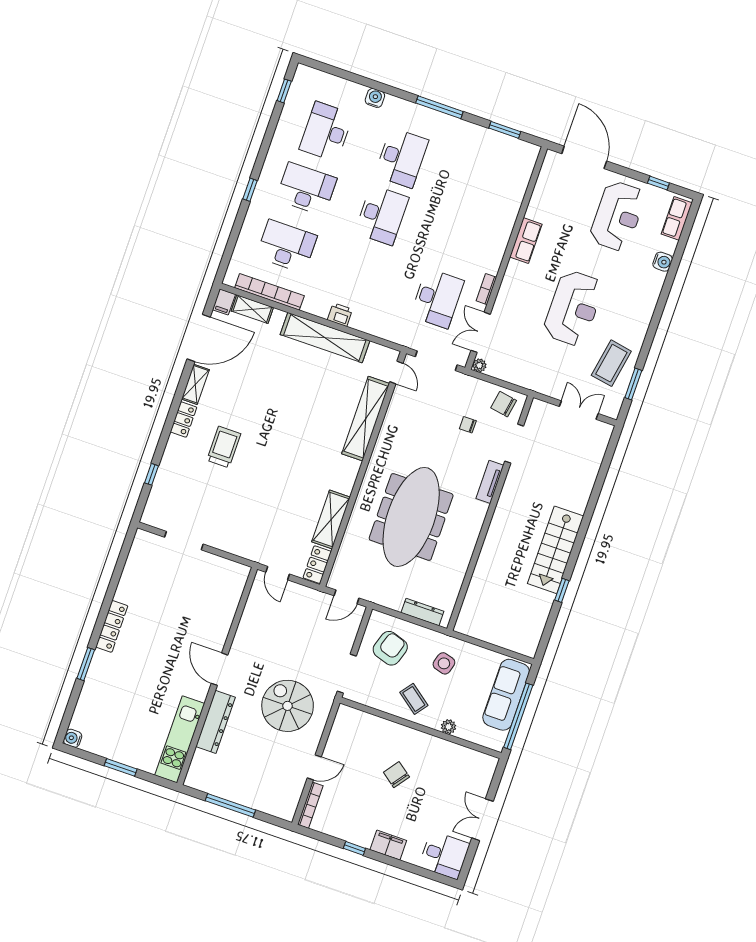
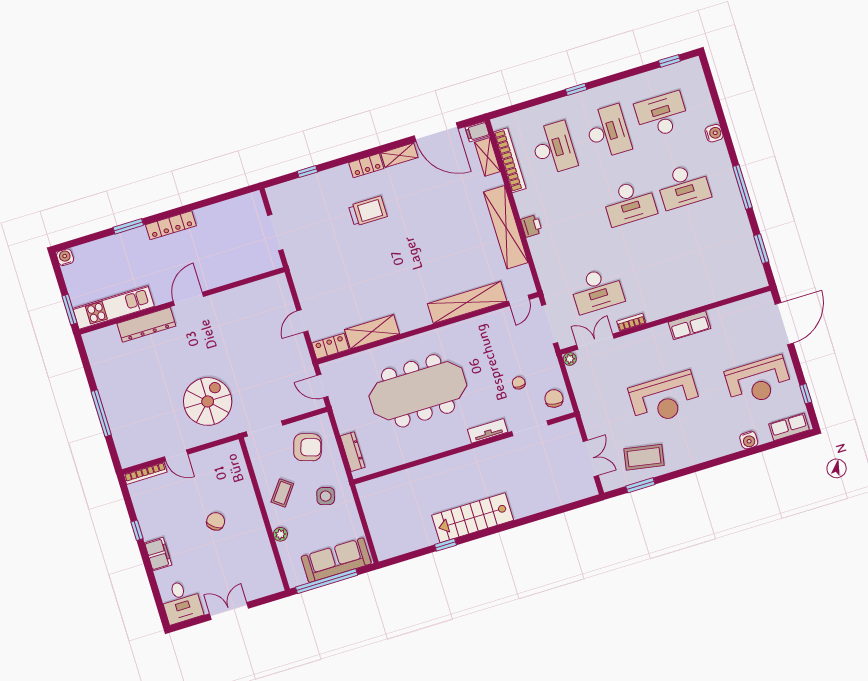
door: (220, 669) -> (188, 299), moved
wall: (217, 676) -> (182, 301), moved
dresser: (215, 722) -> (146, 325), moved
kitchen unit: (180, 739) -> (114, 307), moved

